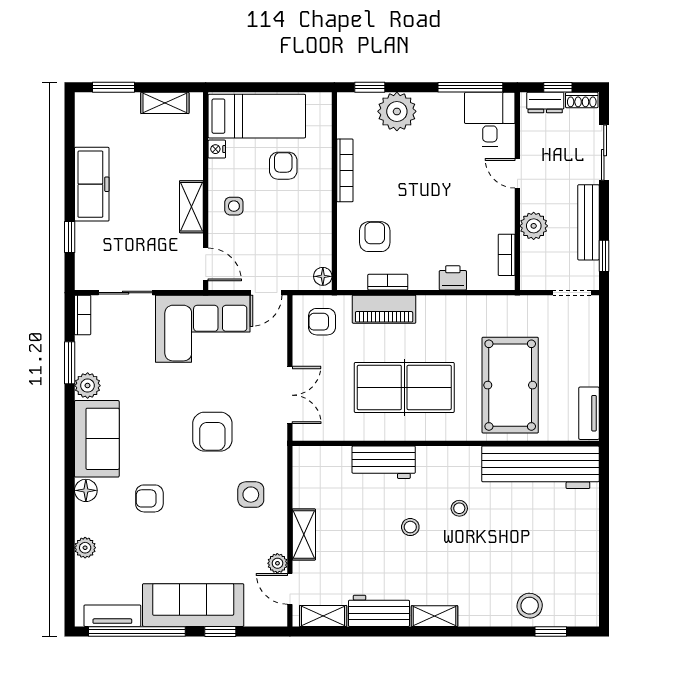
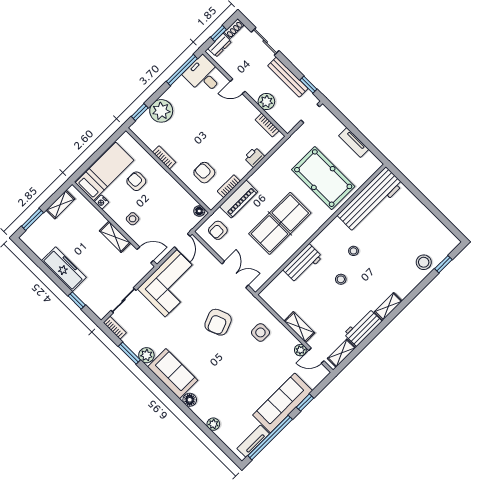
bookcase: (345, 170) -> (164, 157), width x0.64
tv unit: (589, 413) -> (354, 143), moved
armchair: (212, 432) -> (218, 322), turned 68
armchair: (149, 498) -> (220, 377), removed

